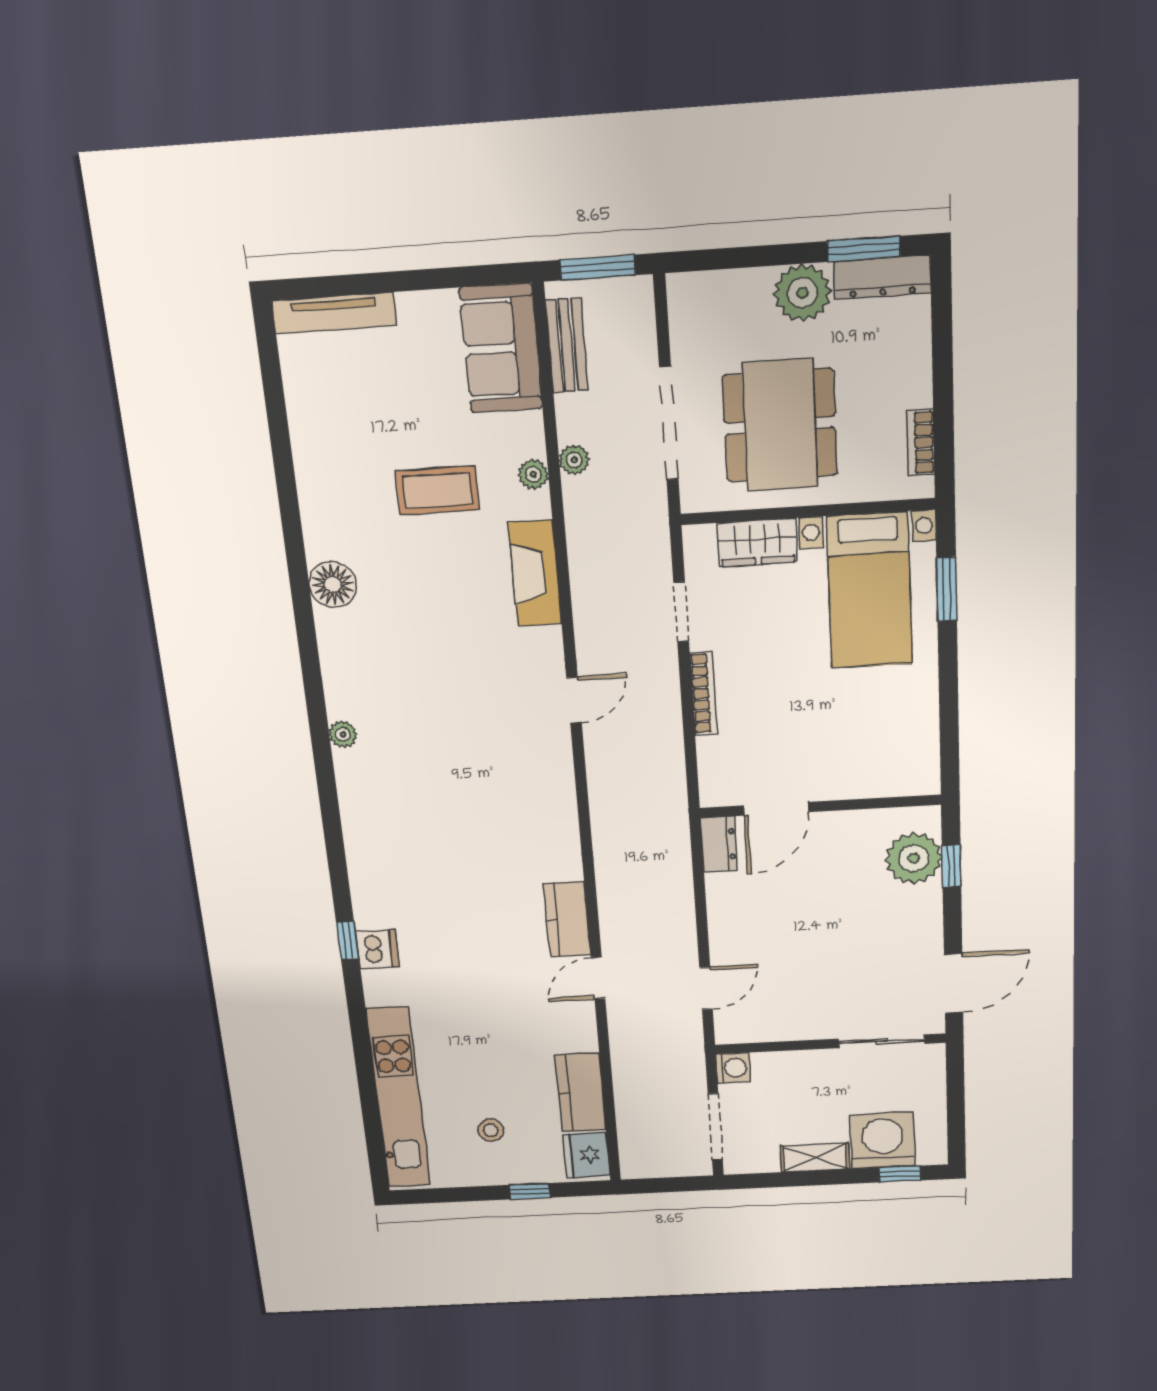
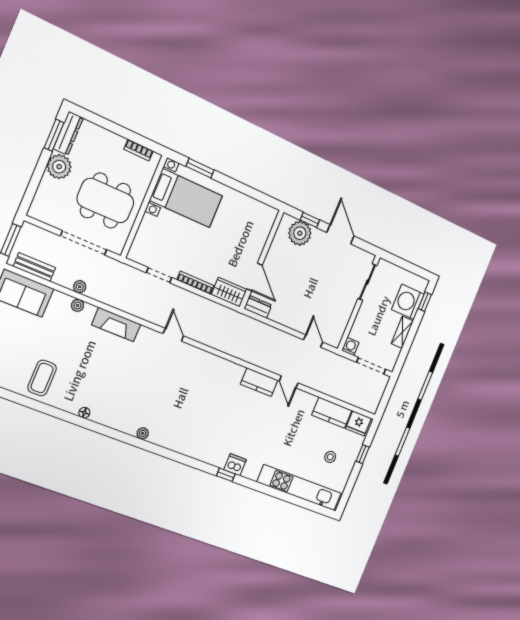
coffee table: (437, 490) -> (42, 378), moved
wardrobe: (757, 543) -> (229, 292), moved, turned -90
floor lamp: (333, 584) -> (84, 413), width x0.53, depth x0.53
door: (954, 984) -> (340, 234), moved

